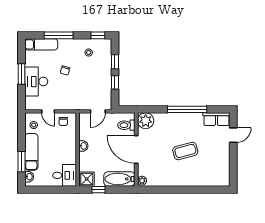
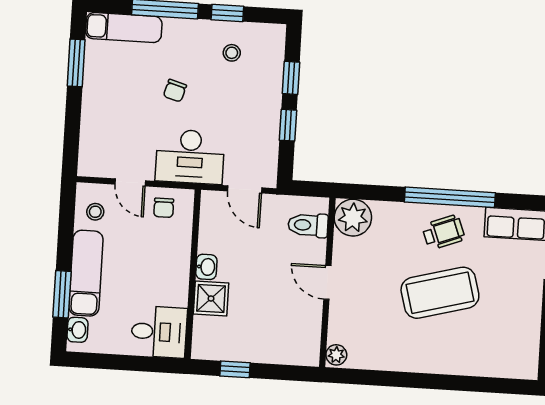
window: (98, 35) -> (227, 13), moved
window: (21, 74) -> (76, 63), moved
desk: (36, 82) -> (190, 157), moved, turned -90
door: (98, 111) -> (245, 189), hinge flipped
wheelchair: (185, 125) -> (443, 232), added
door: (136, 149) -> (327, 282), width x0.53
coffee table: (185, 151) -> (440, 293), width x1.36, depth x1.32
shower: (87, 179) -> (211, 298), moved
bathtub: (119, 179) -> (284, 348), removed

